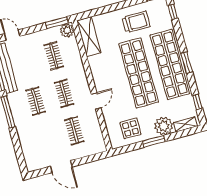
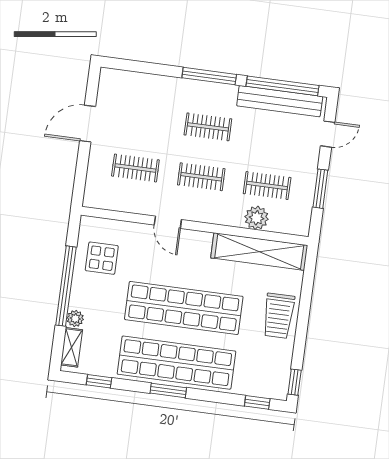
trolley: (136, 22) -> (279, 316), moved
window: (57, 23) -> (320, 189), moved
plant: (67, 30) -> (257, 218), moved
shelving: (89, 37) -> (259, 252), width x1.47
plant: (164, 126) -> (75, 318), width x0.53, depth x0.53
window: (154, 141) -> (66, 286), width x2.11

